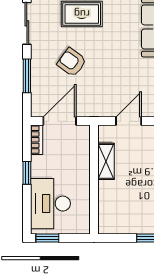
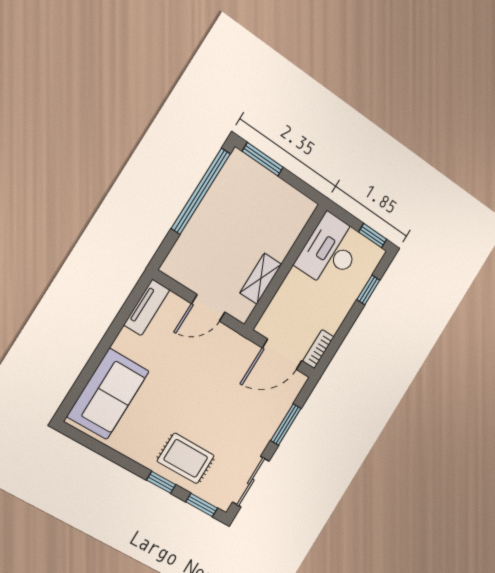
armchair: (72, 62) -> (230, 411), removed
window: (27, 173) -> (368, 290), moved
desk: (50, 204) -> (330, 251), moved, turned 180

